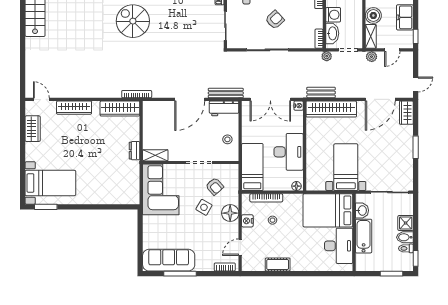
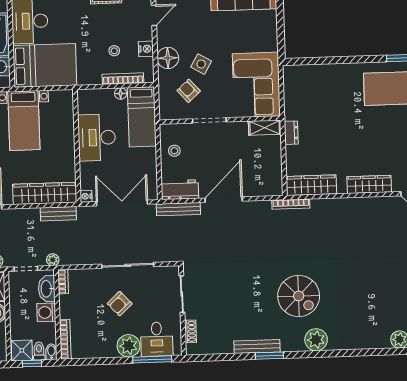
floor lamp: (296, 186) -> (121, 94), moved

